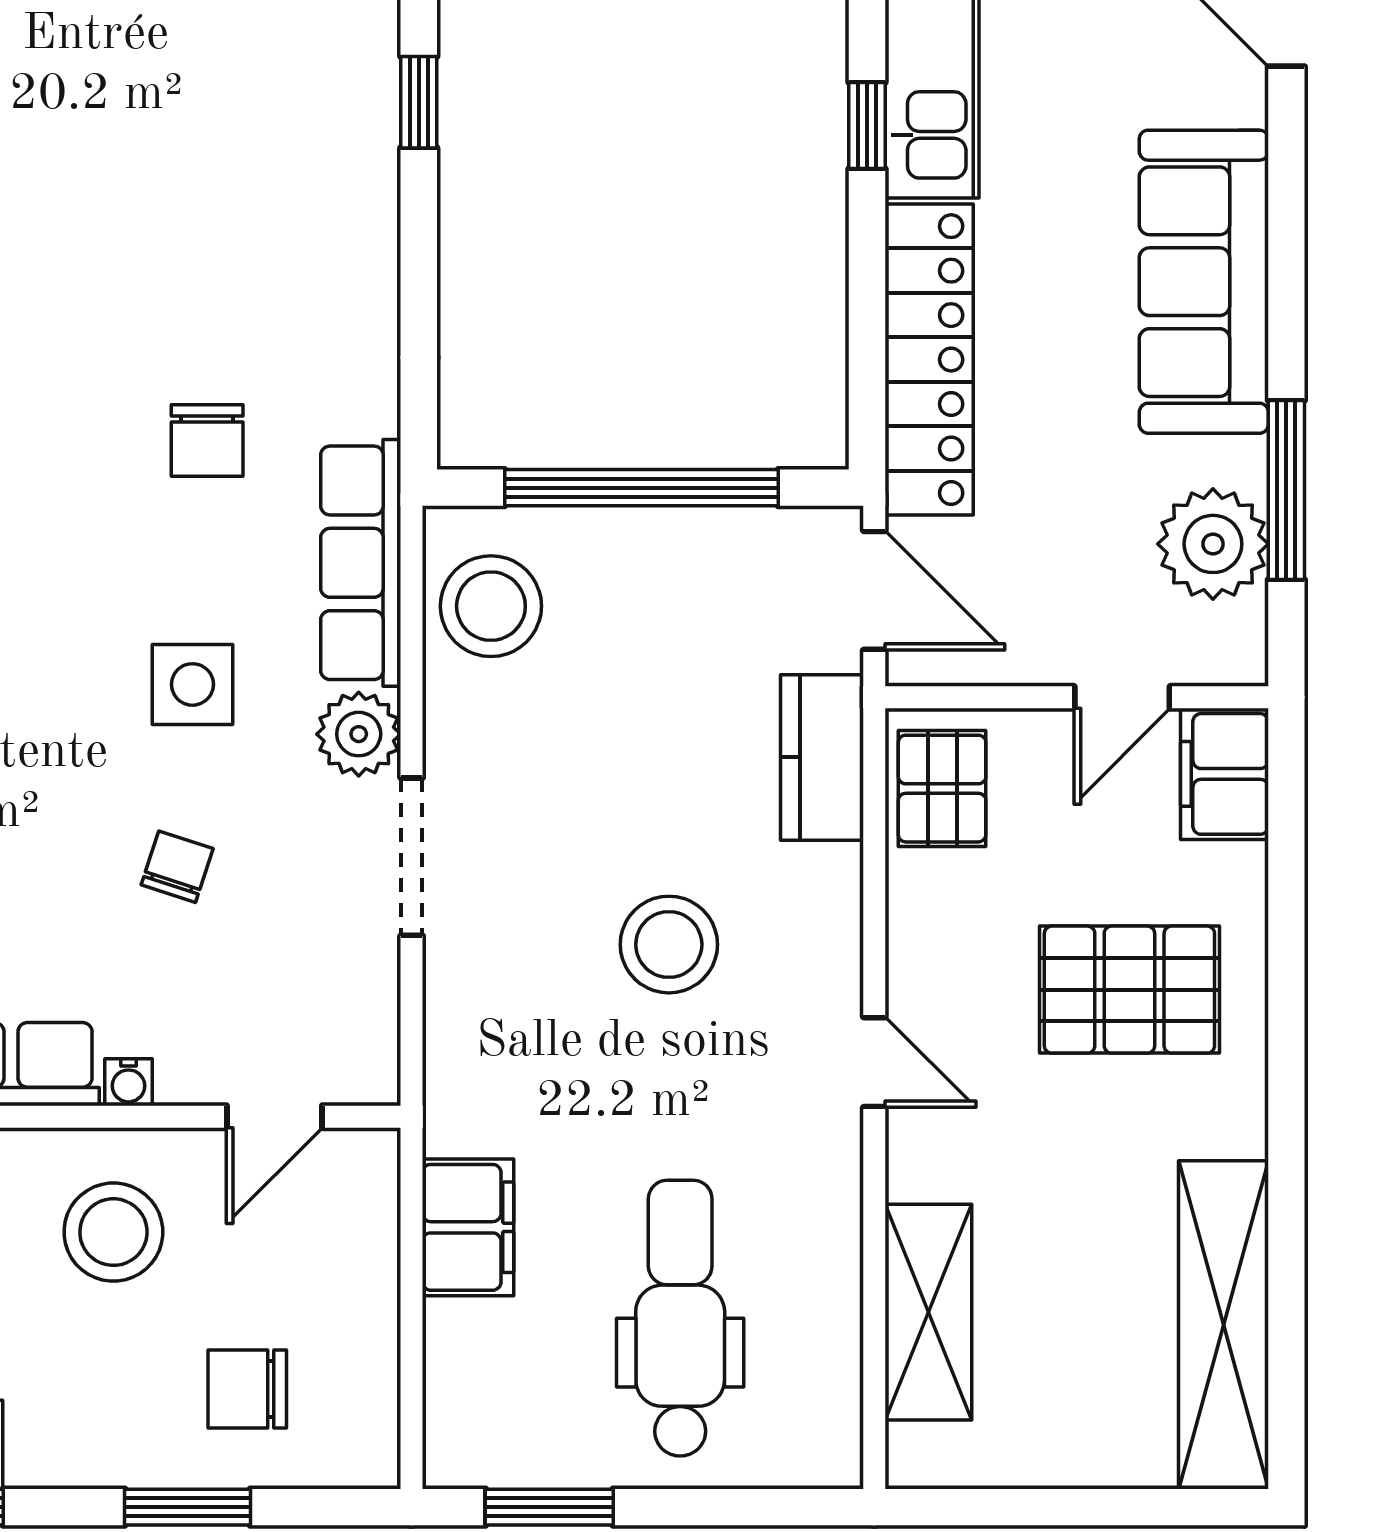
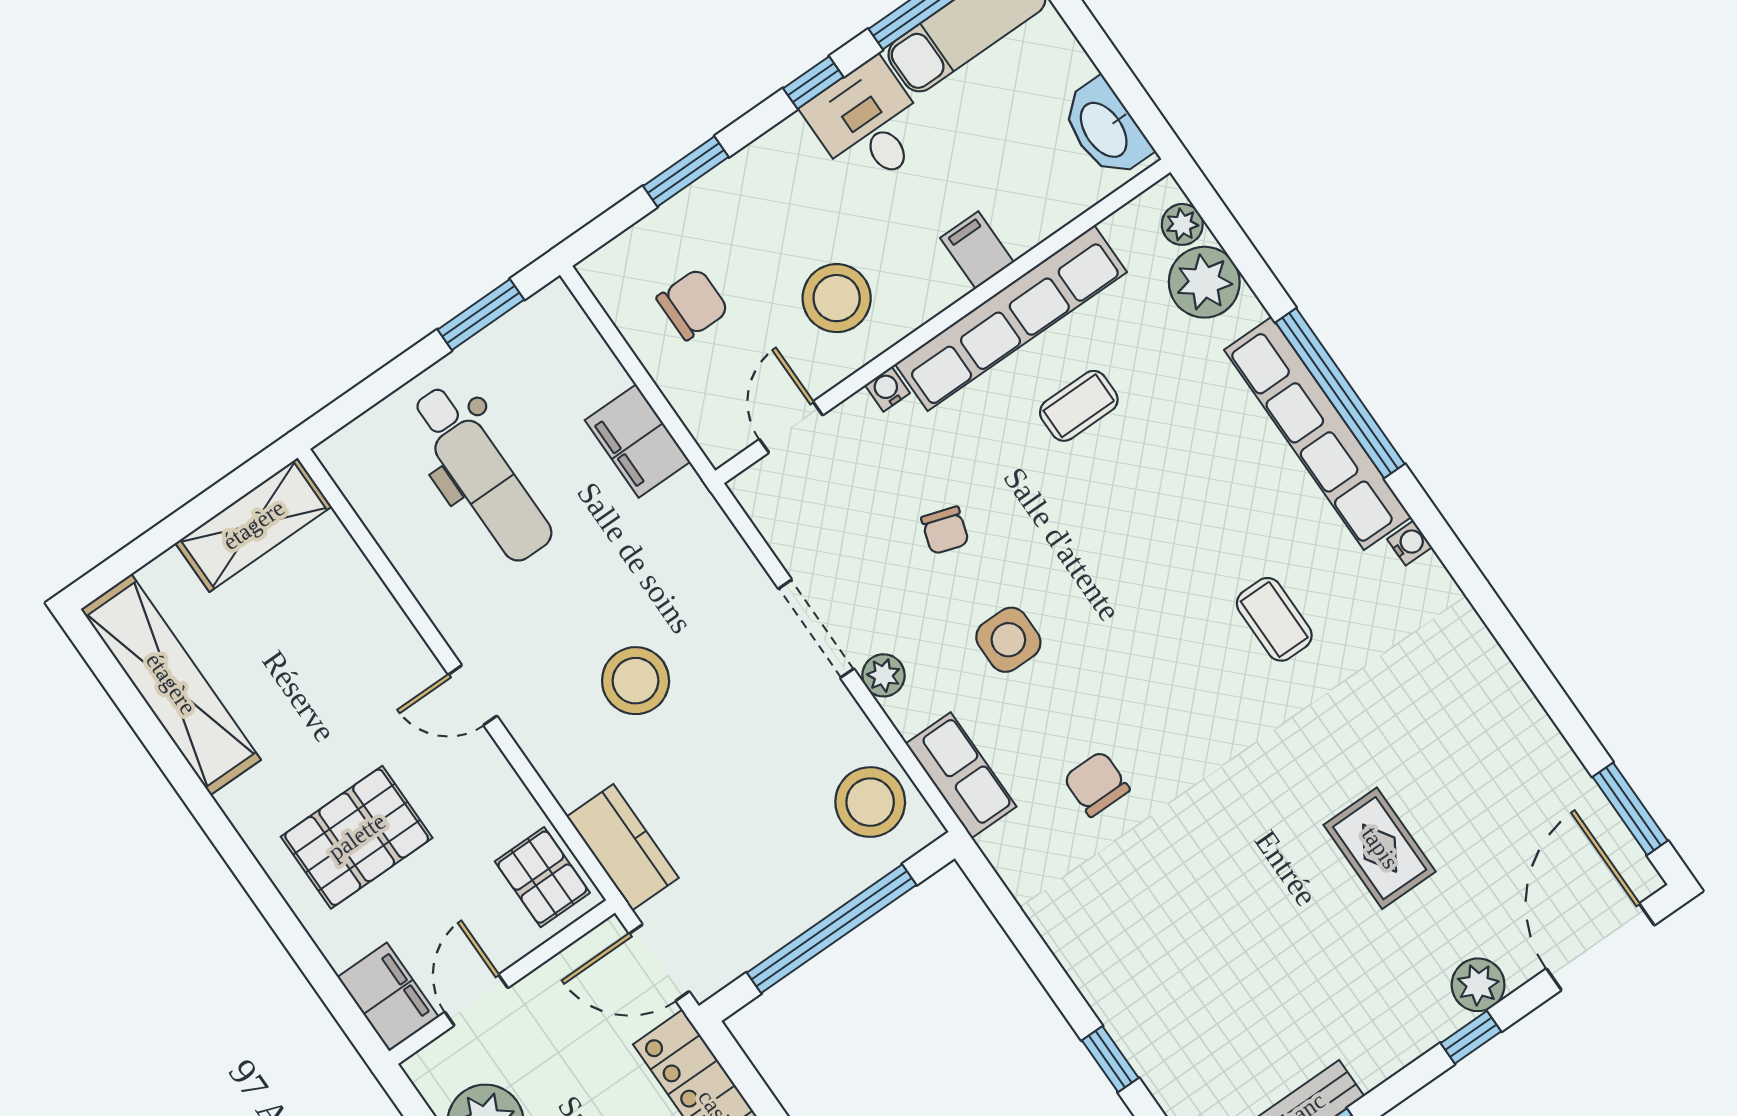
row of seats: (361, 563) -> (961, 775), width x0.68
plant: (359, 734) -> (883, 675), width x0.73, depth x0.73
shelving: (928, 1312) -> (254, 525), moved, turned 90
chair: (247, 1389) -> (693, 304), moved

